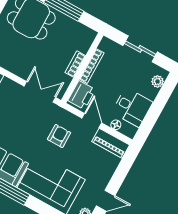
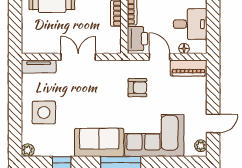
double door: (40, 92) -> (78, 57), moved
armchair: (59, 136) -> (137, 88), turned 90

